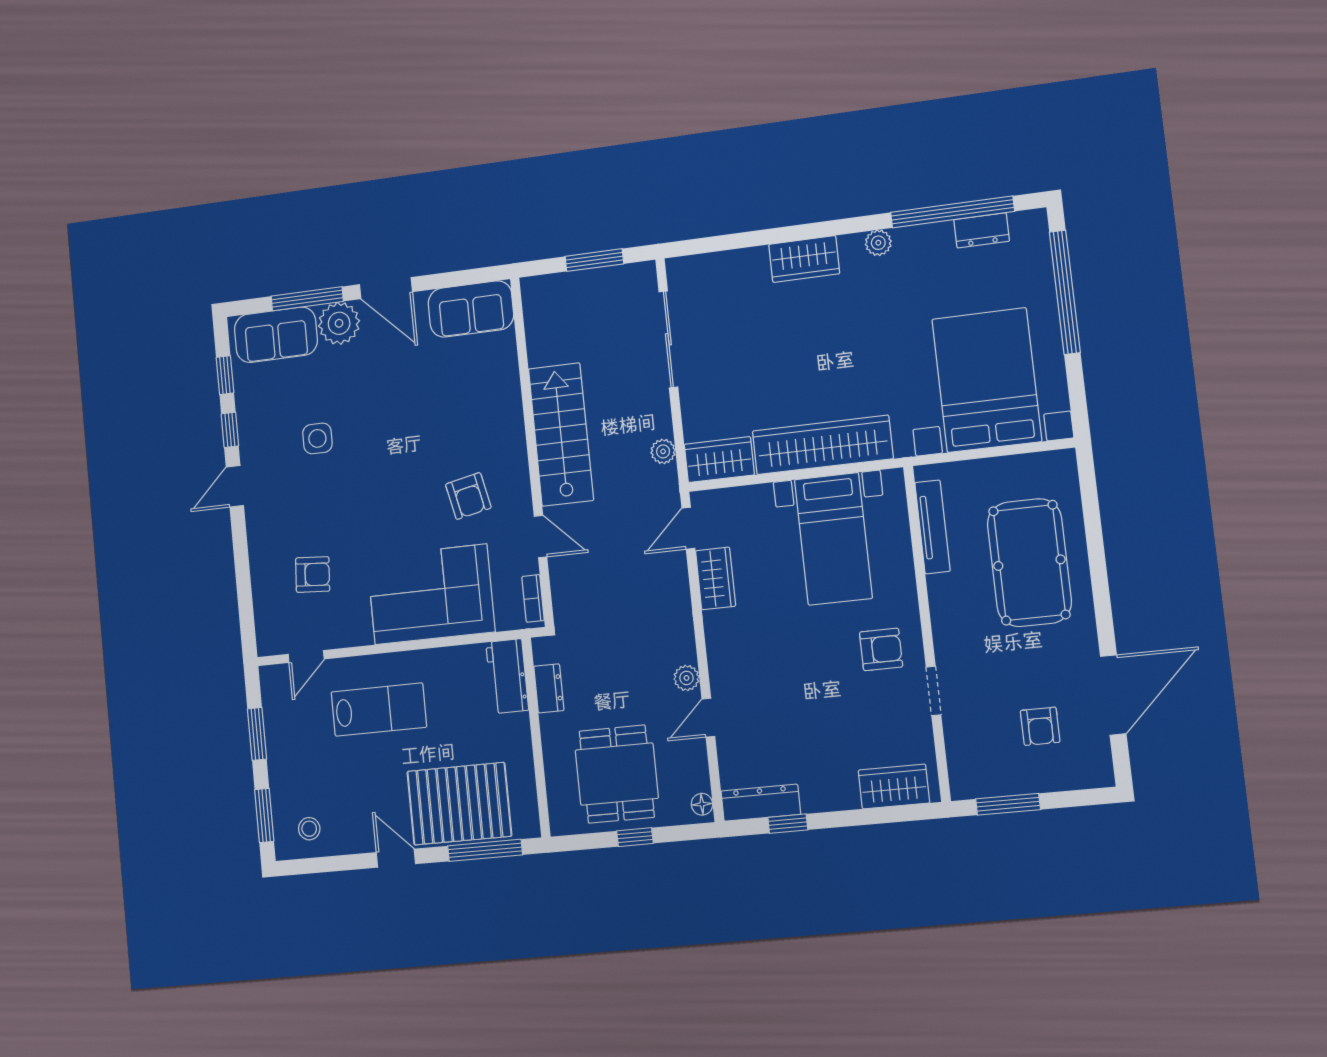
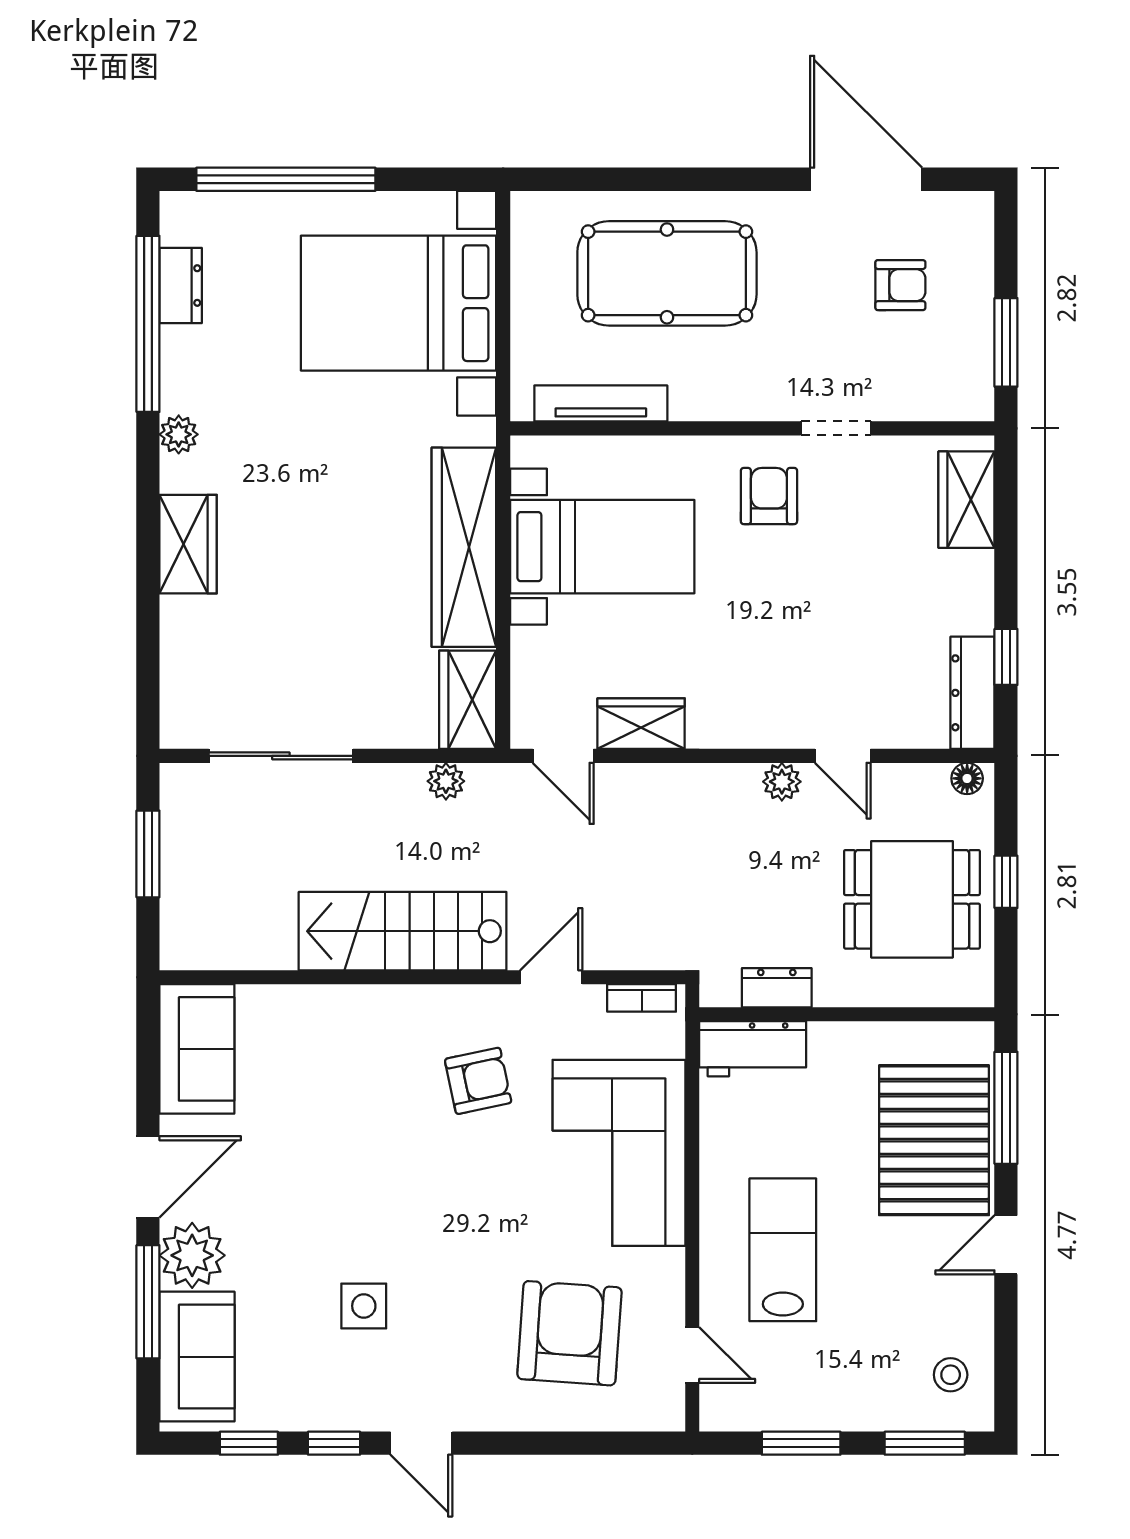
armchair: (313, 575) -> (569, 1333), width x1.88, depth x1.88

